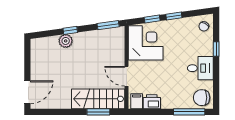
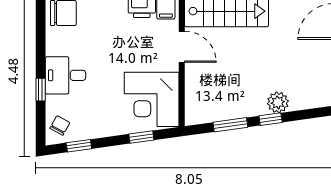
window: (174, 16) -> (79, 146), moved
window: (108, 25) -> (230, 125), moved
desk: (200, 68) -> (65, 75), moved

